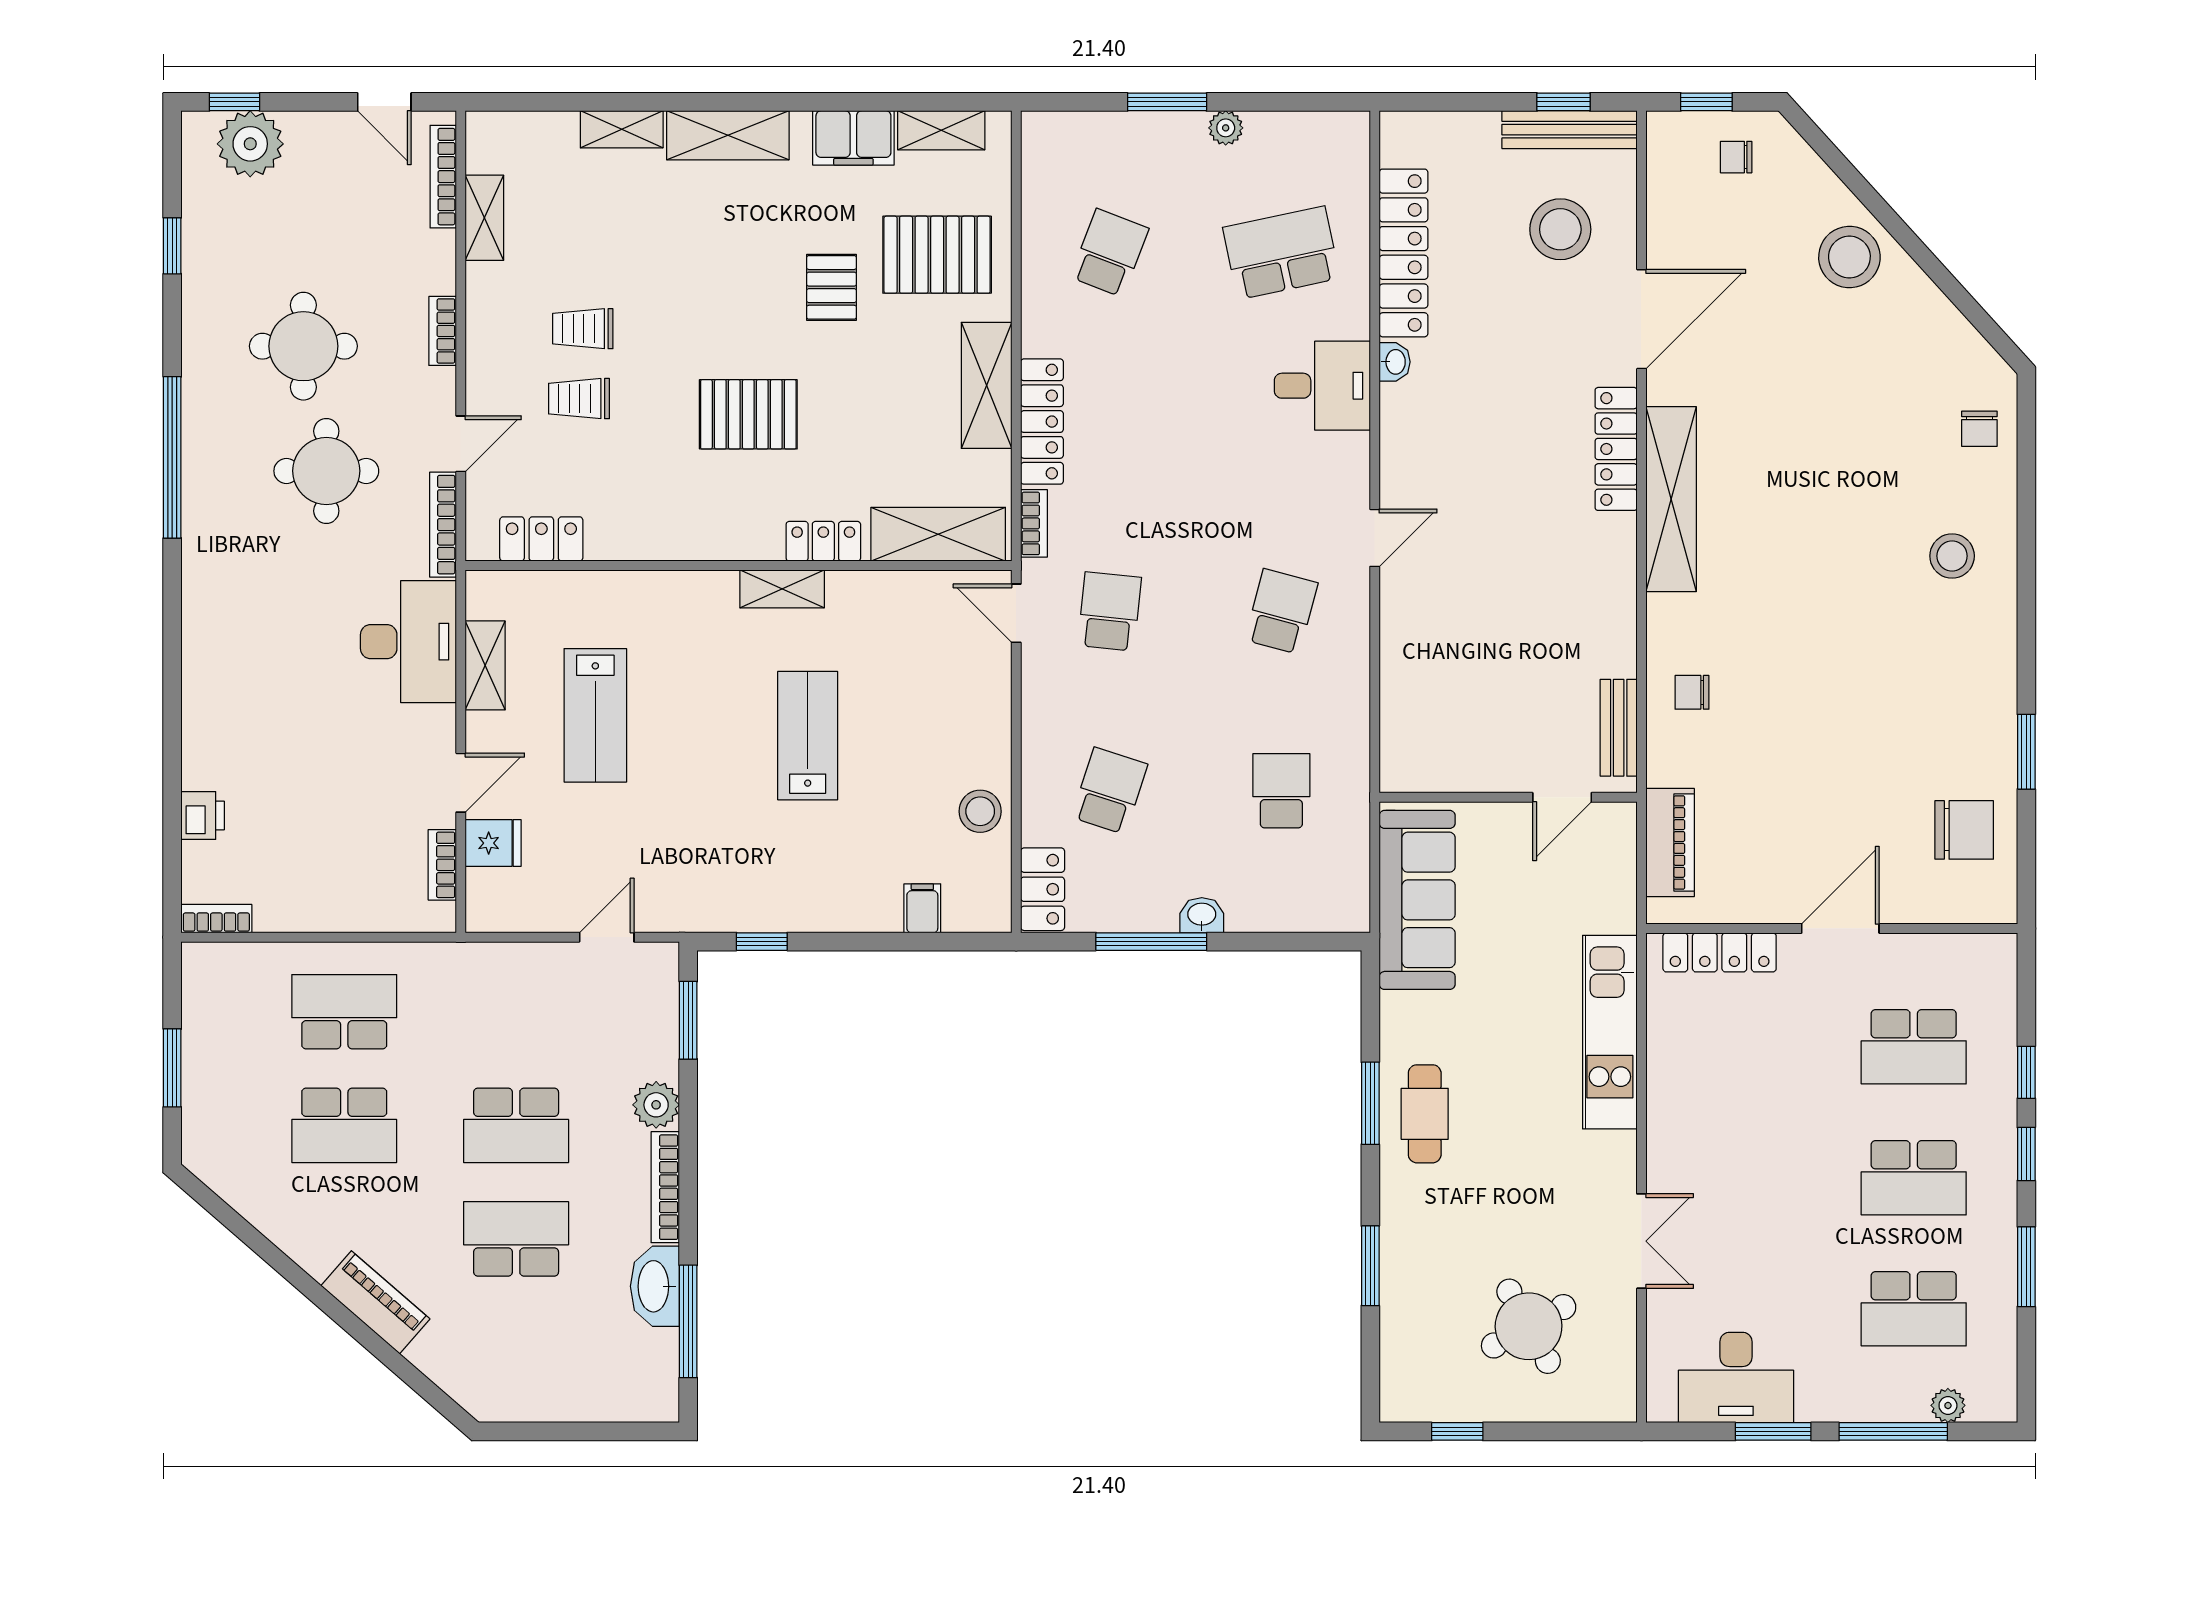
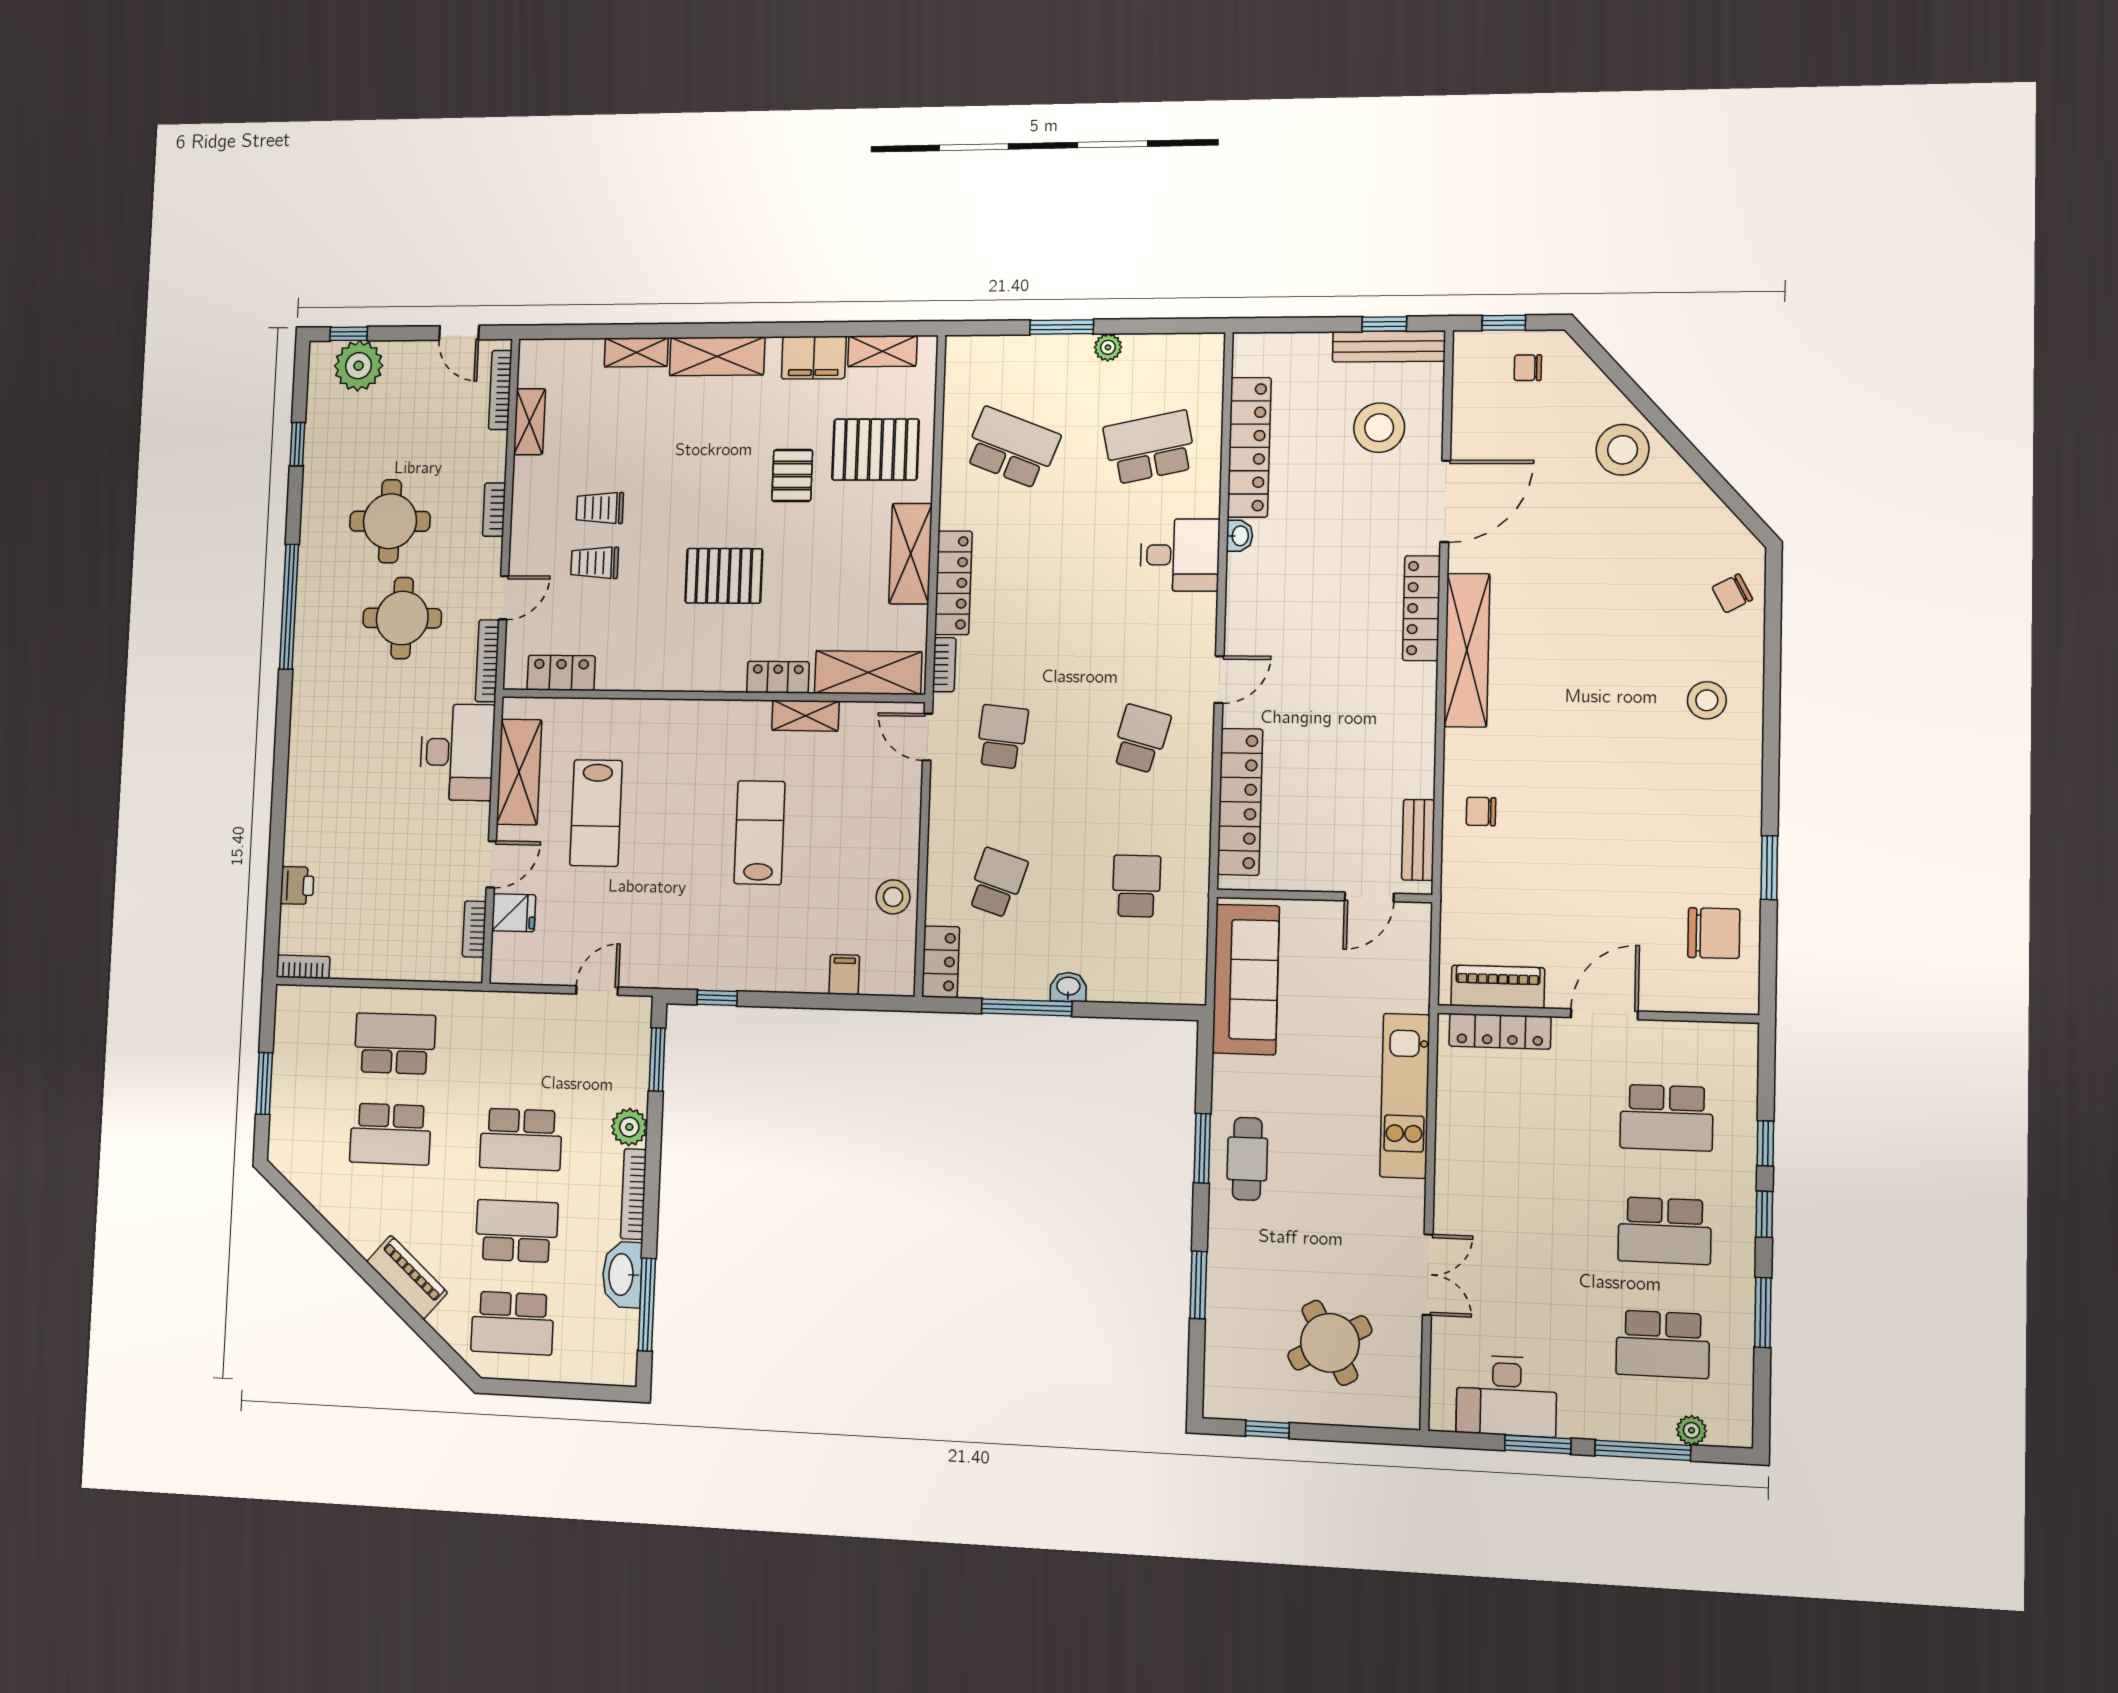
school desk: (1110, 253) -> (1012, 448), width x1.85
chair: (1979, 429) -> (1732, 593), turned 62
shelving: (782, 589) -> (805, 716), moved
shelving: (485, 665) -> (519, 772), width x1.50, depth x1.33
locker: (1404, 686) -> (1240, 802), added
piano: (1670, 843) -> (1498, 987), moved, turned -90
school desk: (516, 1352) -> (512, 1323), added

